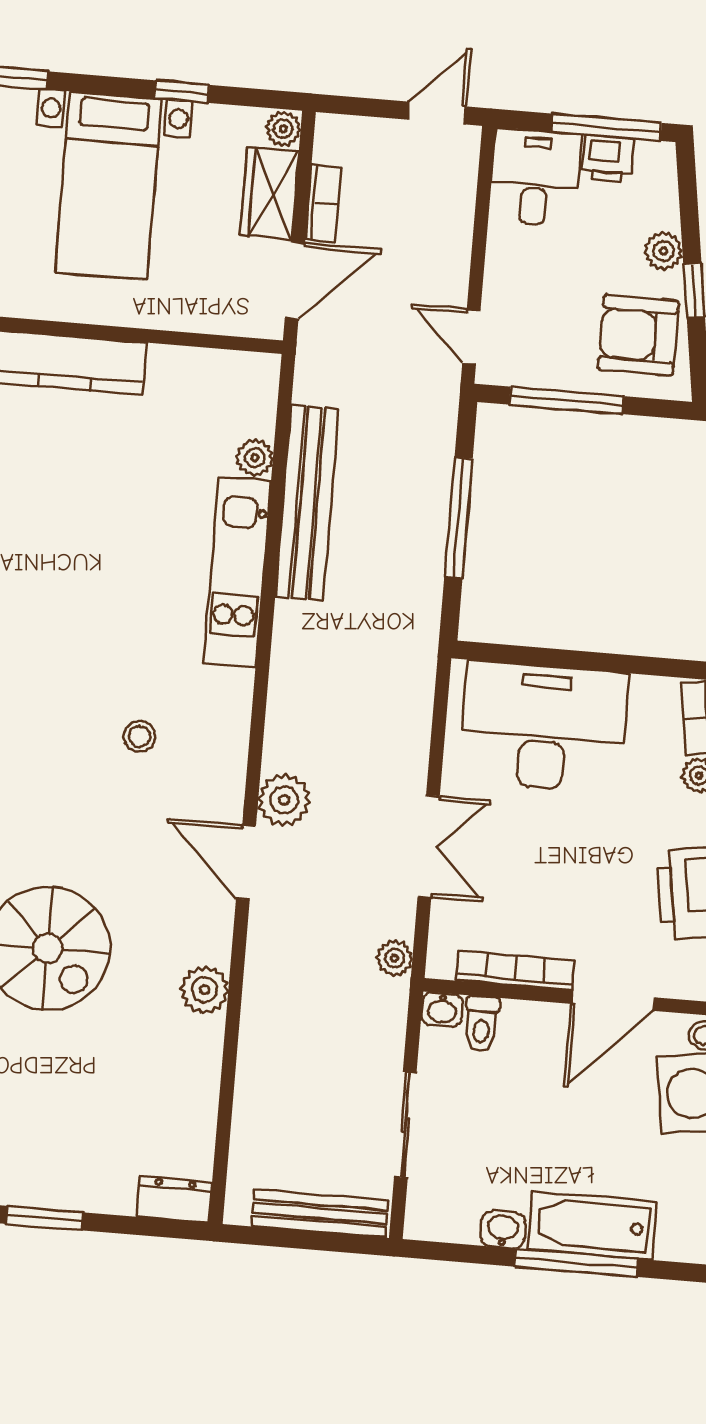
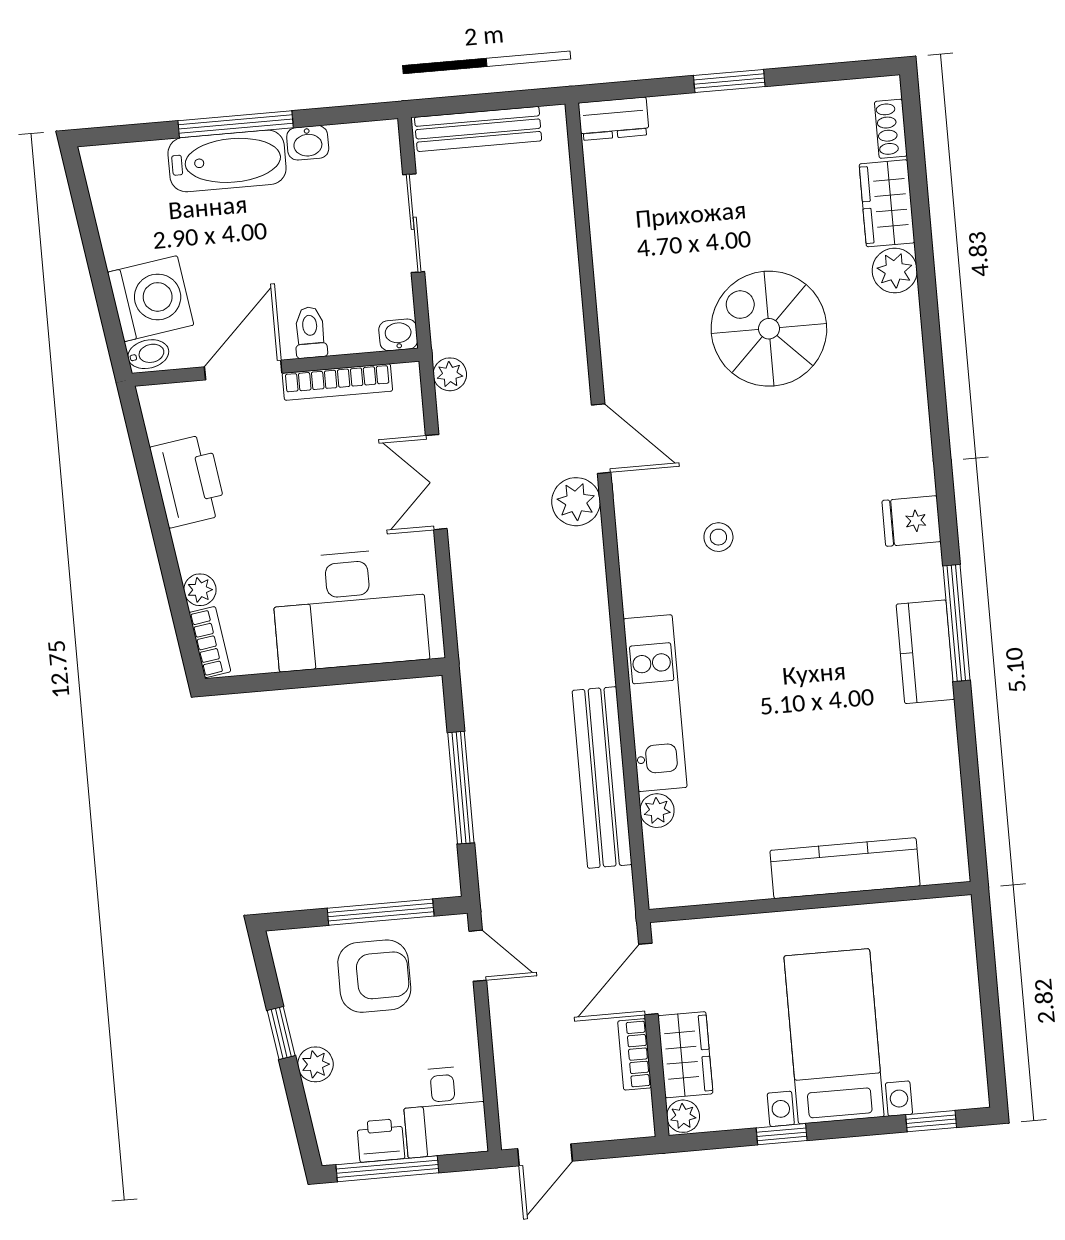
armchair: (638, 335) -> (374, 976), moved
plant: (204, 990) -> (619, 315), removed
toilet: (482, 1024) -> (310, 332), moved

